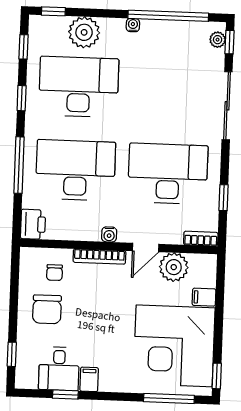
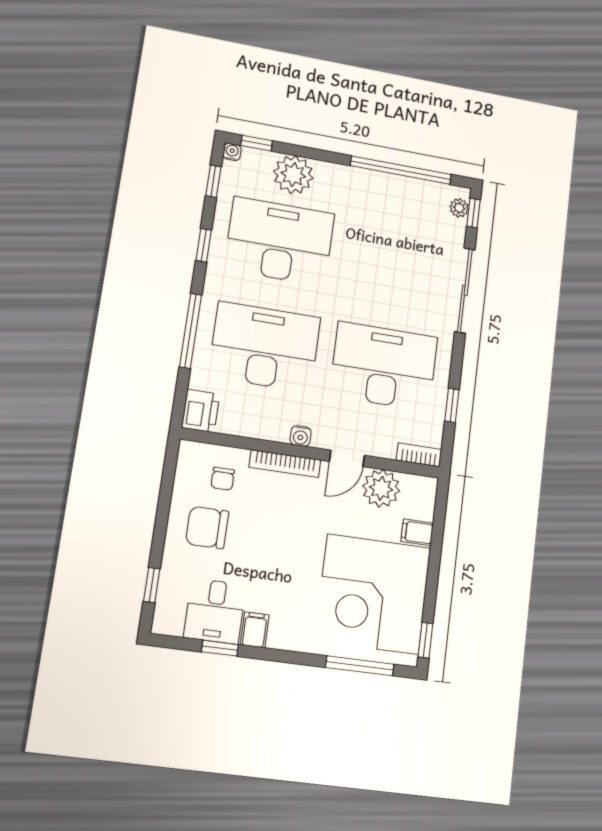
water cooler: (133, 25) -> (232, 152), moved
chair: (47, 309) -> (207, 527), turned 90

